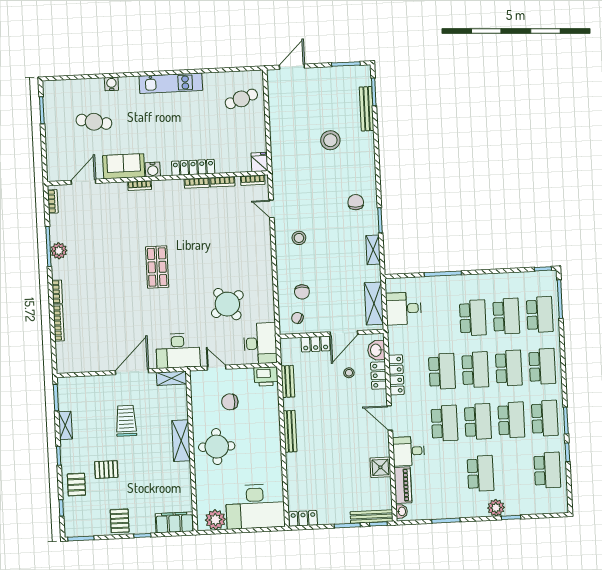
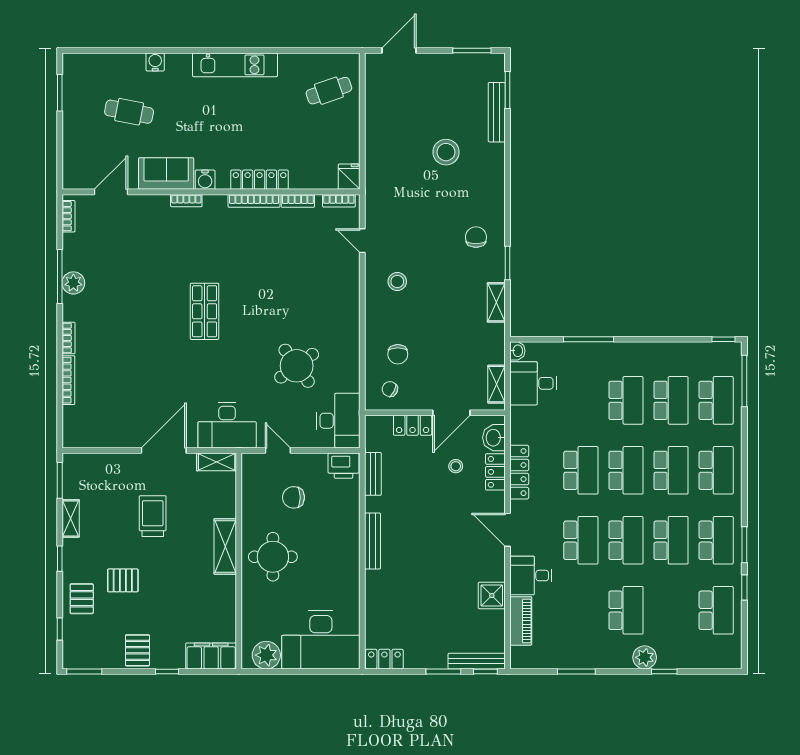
bookcase: (197, 183) -> (254, 201), width x1.56
shelving: (374, 303) -> (497, 384), width x0.67, depth x0.75
washbasin: (402, 511) -> (517, 351), moved

